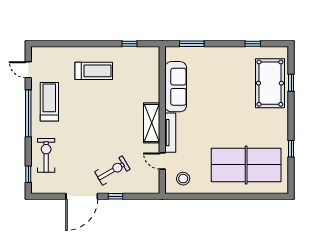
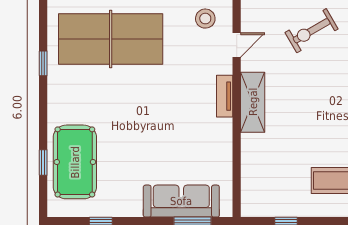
sofa: (176, 87) -> (181, 201), moved, turned 90
tv unit: (170, 133) -> (225, 96), width x0.71
door: (162, 161) -> (237, 45), hinge flipped

